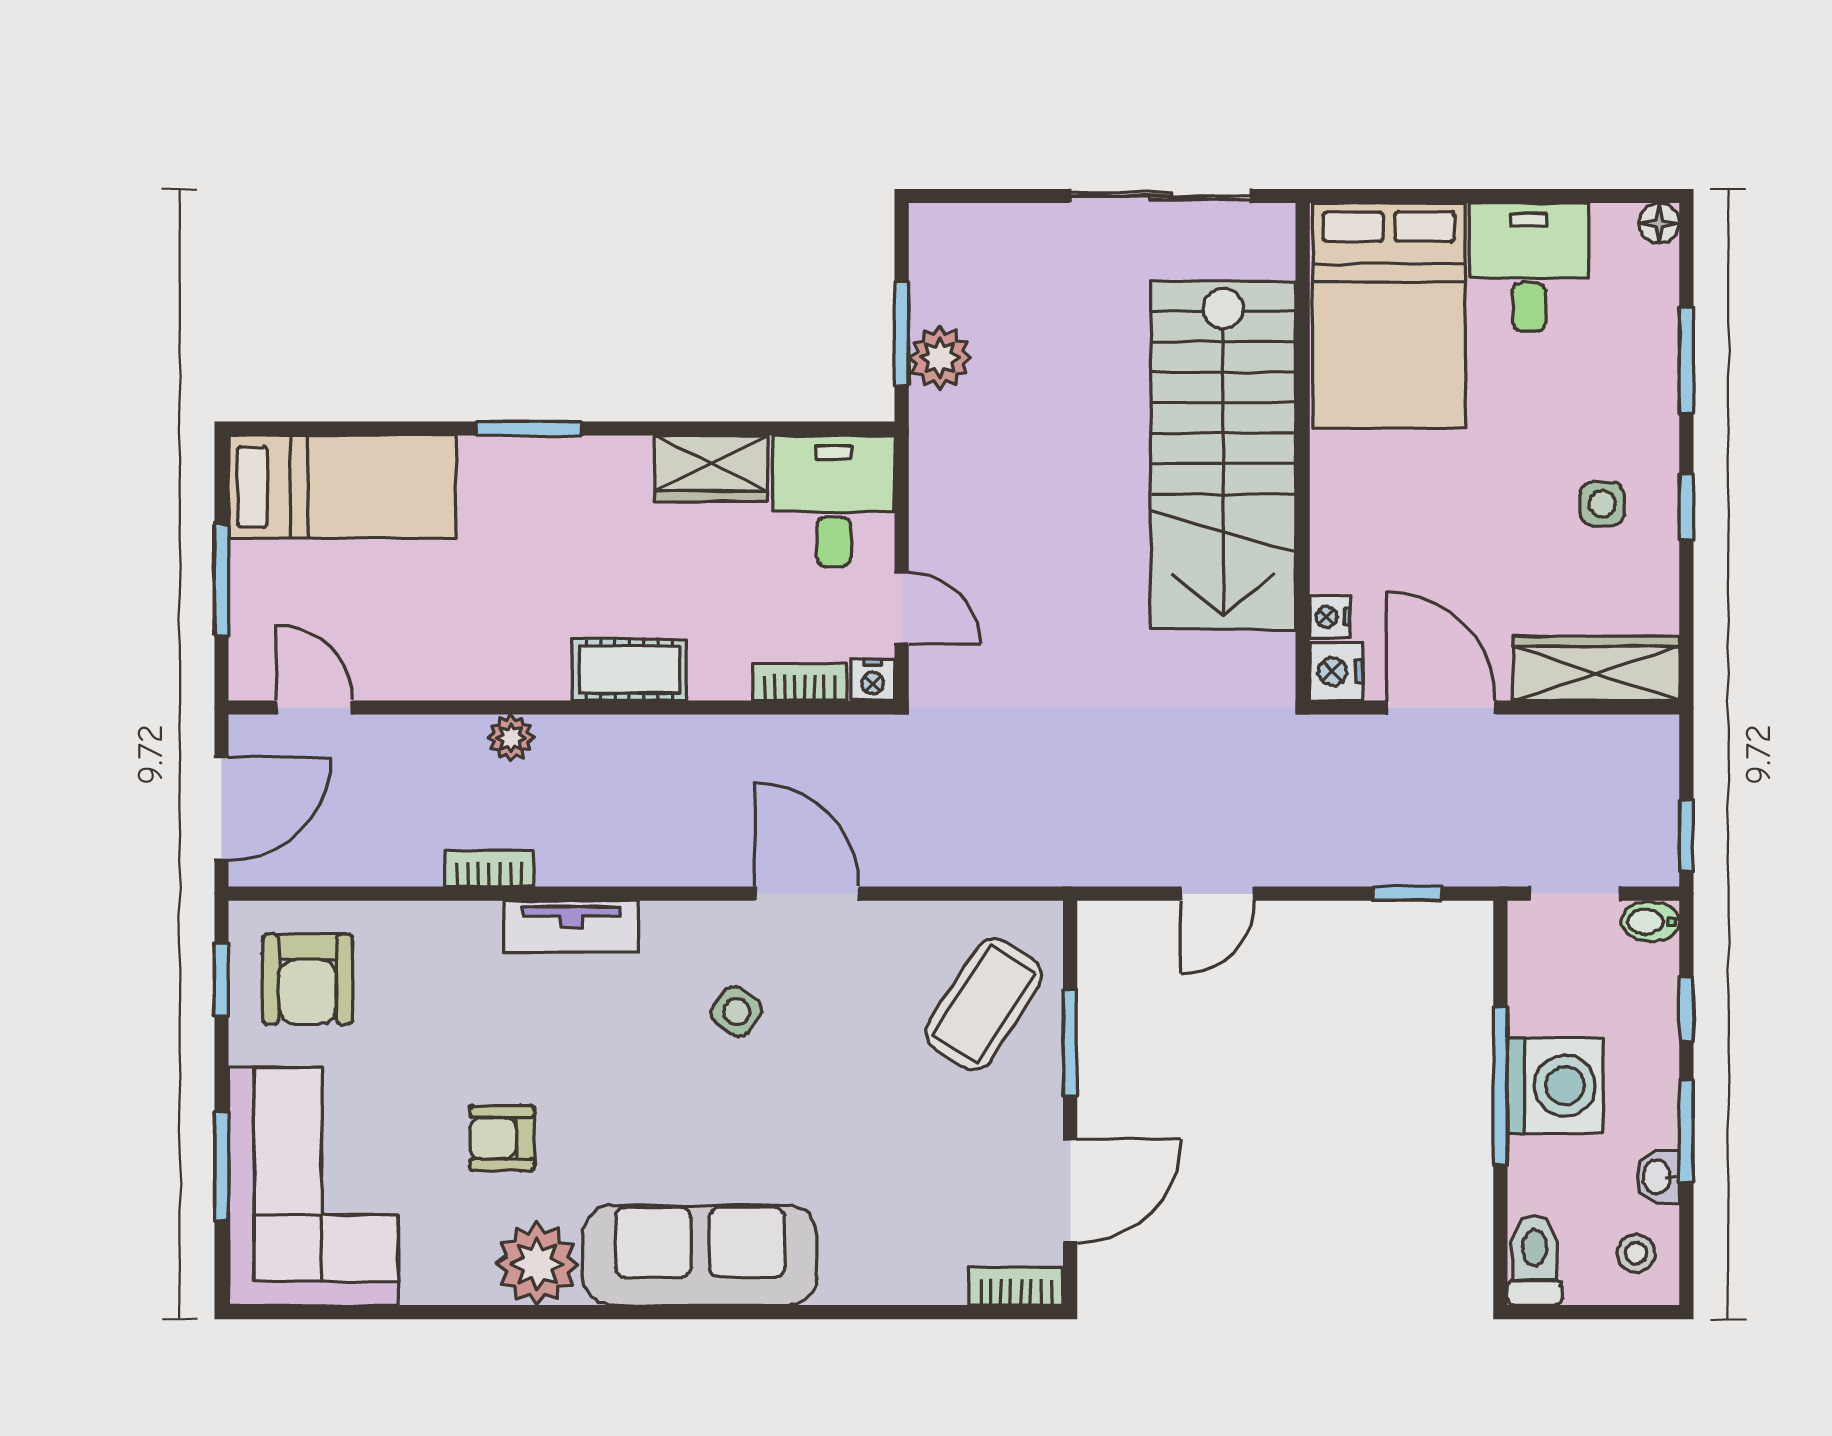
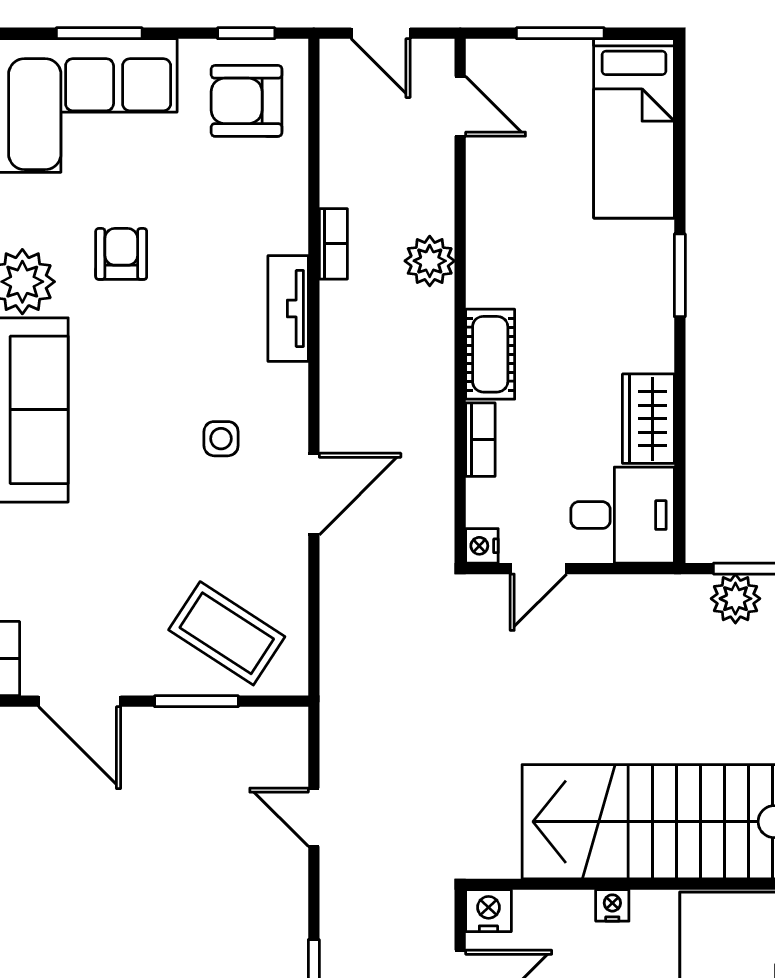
nightstand: (1330, 617) -> (612, 905), moved
bookcase: (800, 682) -> (480, 440), moved
door: (314, 708) -> (460, 106), hinge flipped
plant: (511, 738) -> (430, 261), width x1.38, depth x1.38
door: (222, 809) -> (381, 33), width x0.73
side table: (737, 1011) -> (221, 439), turned -36

